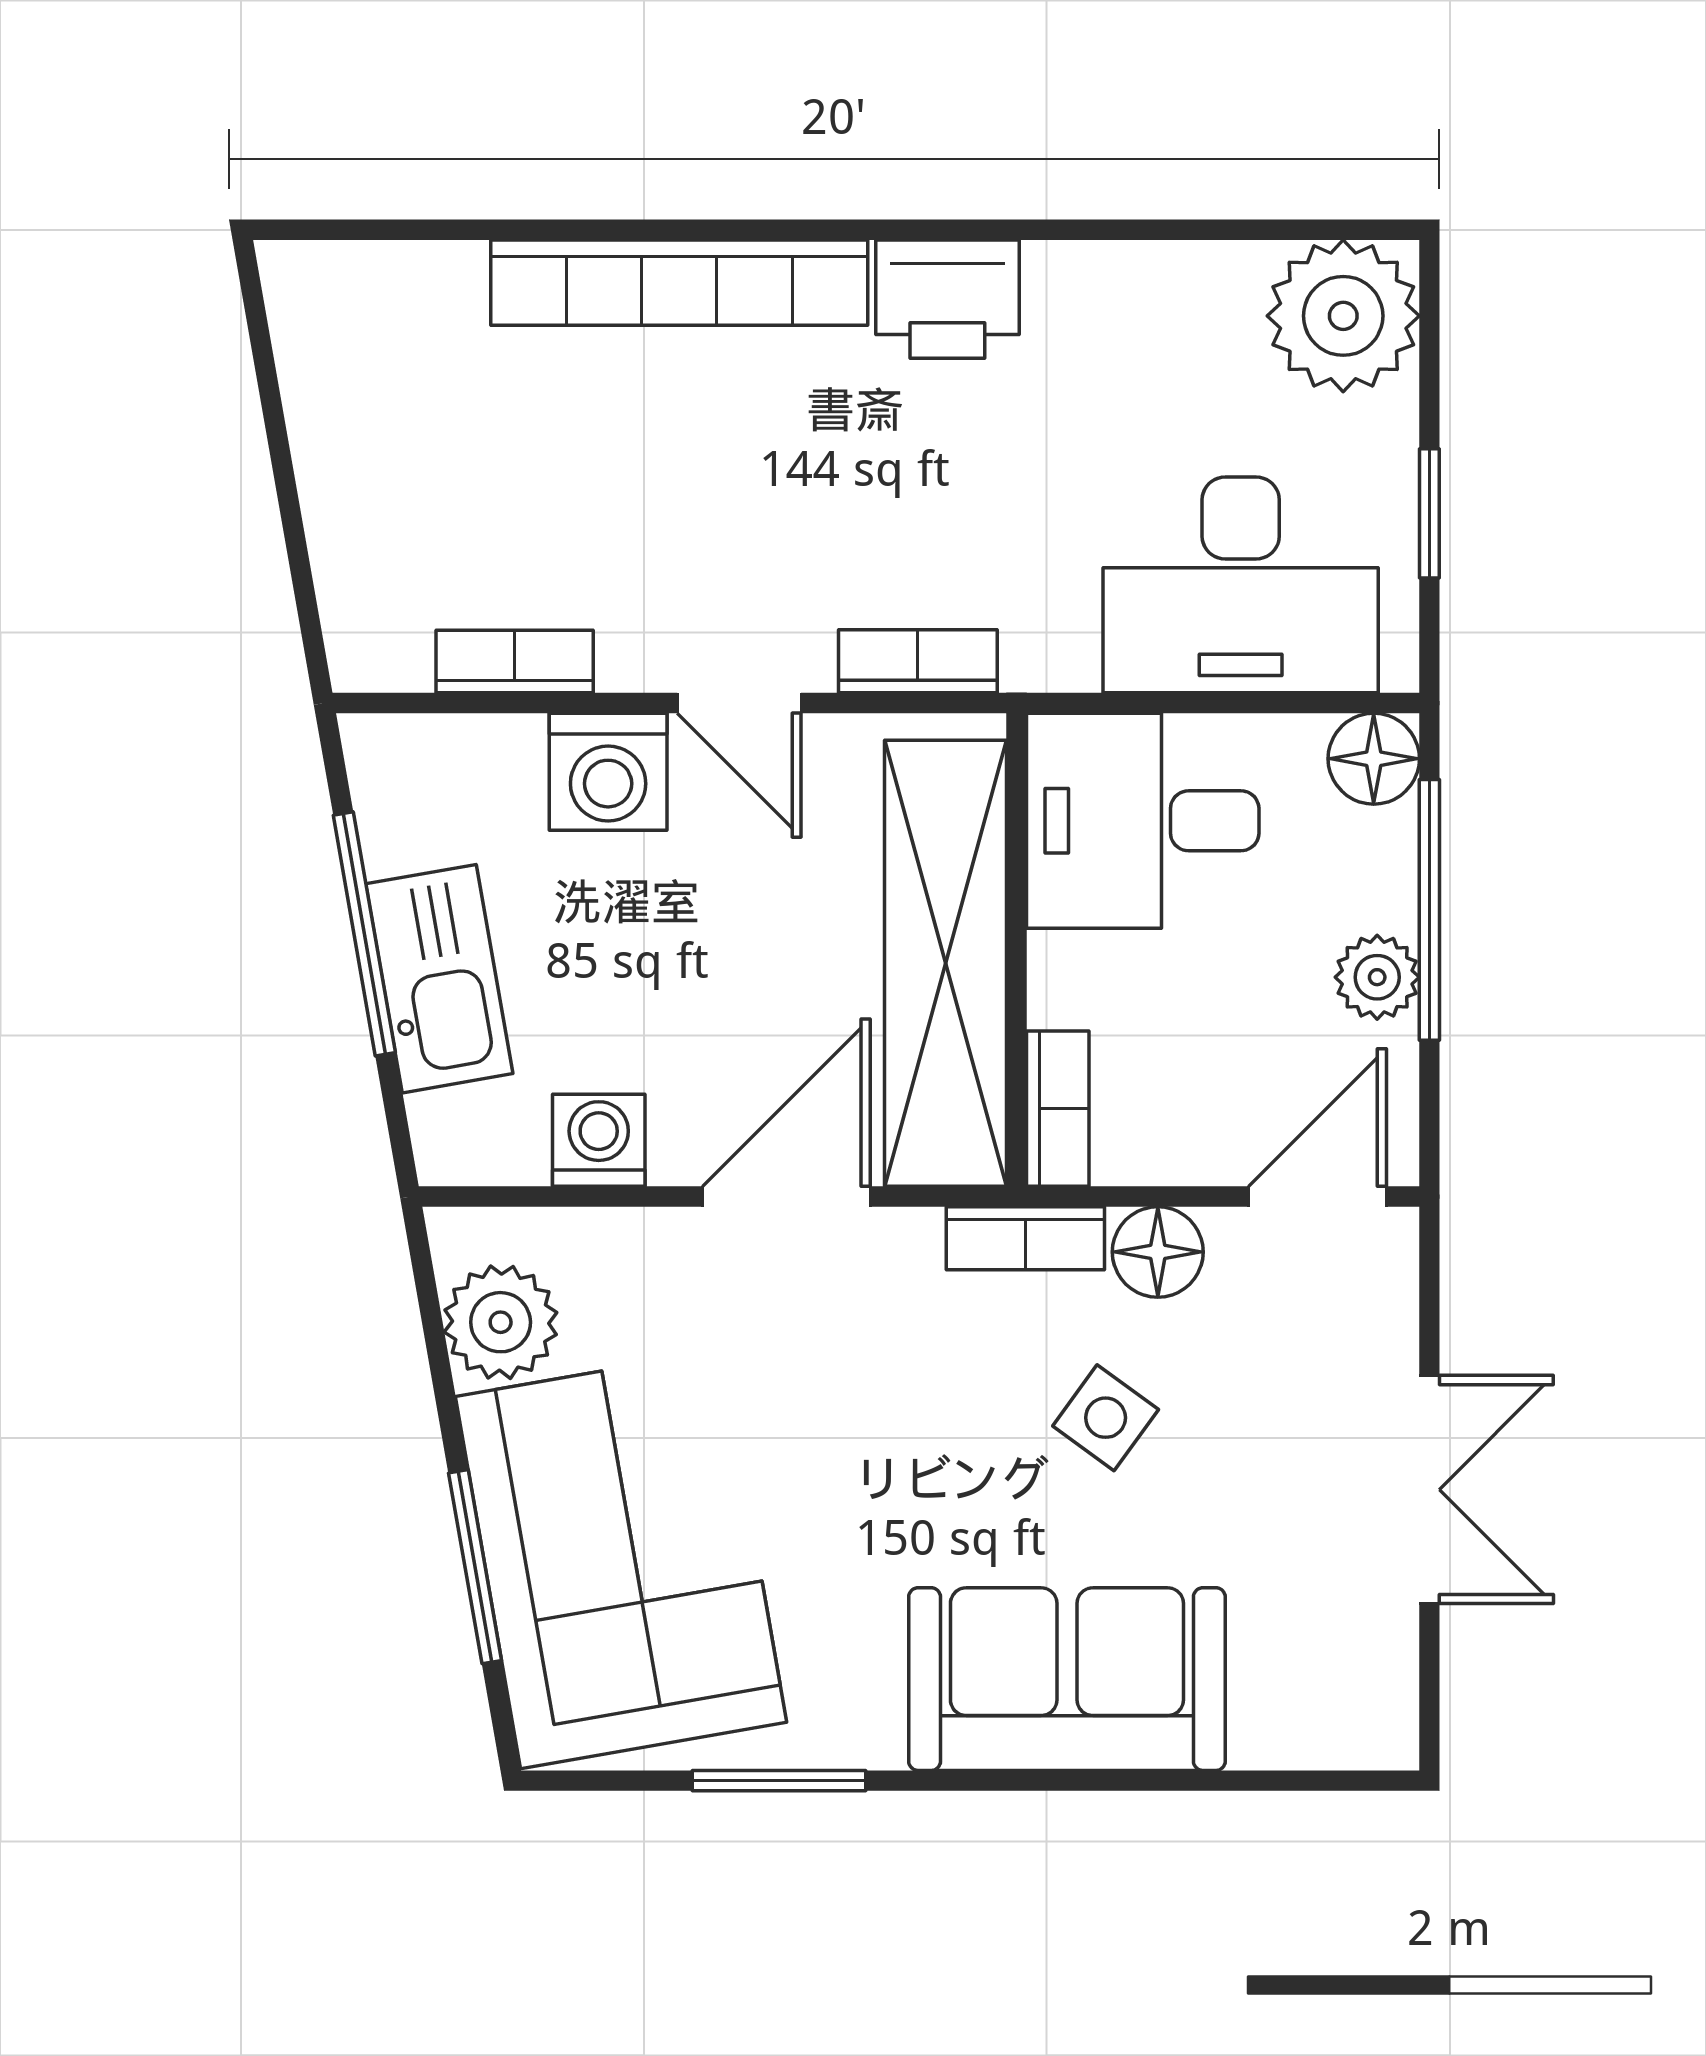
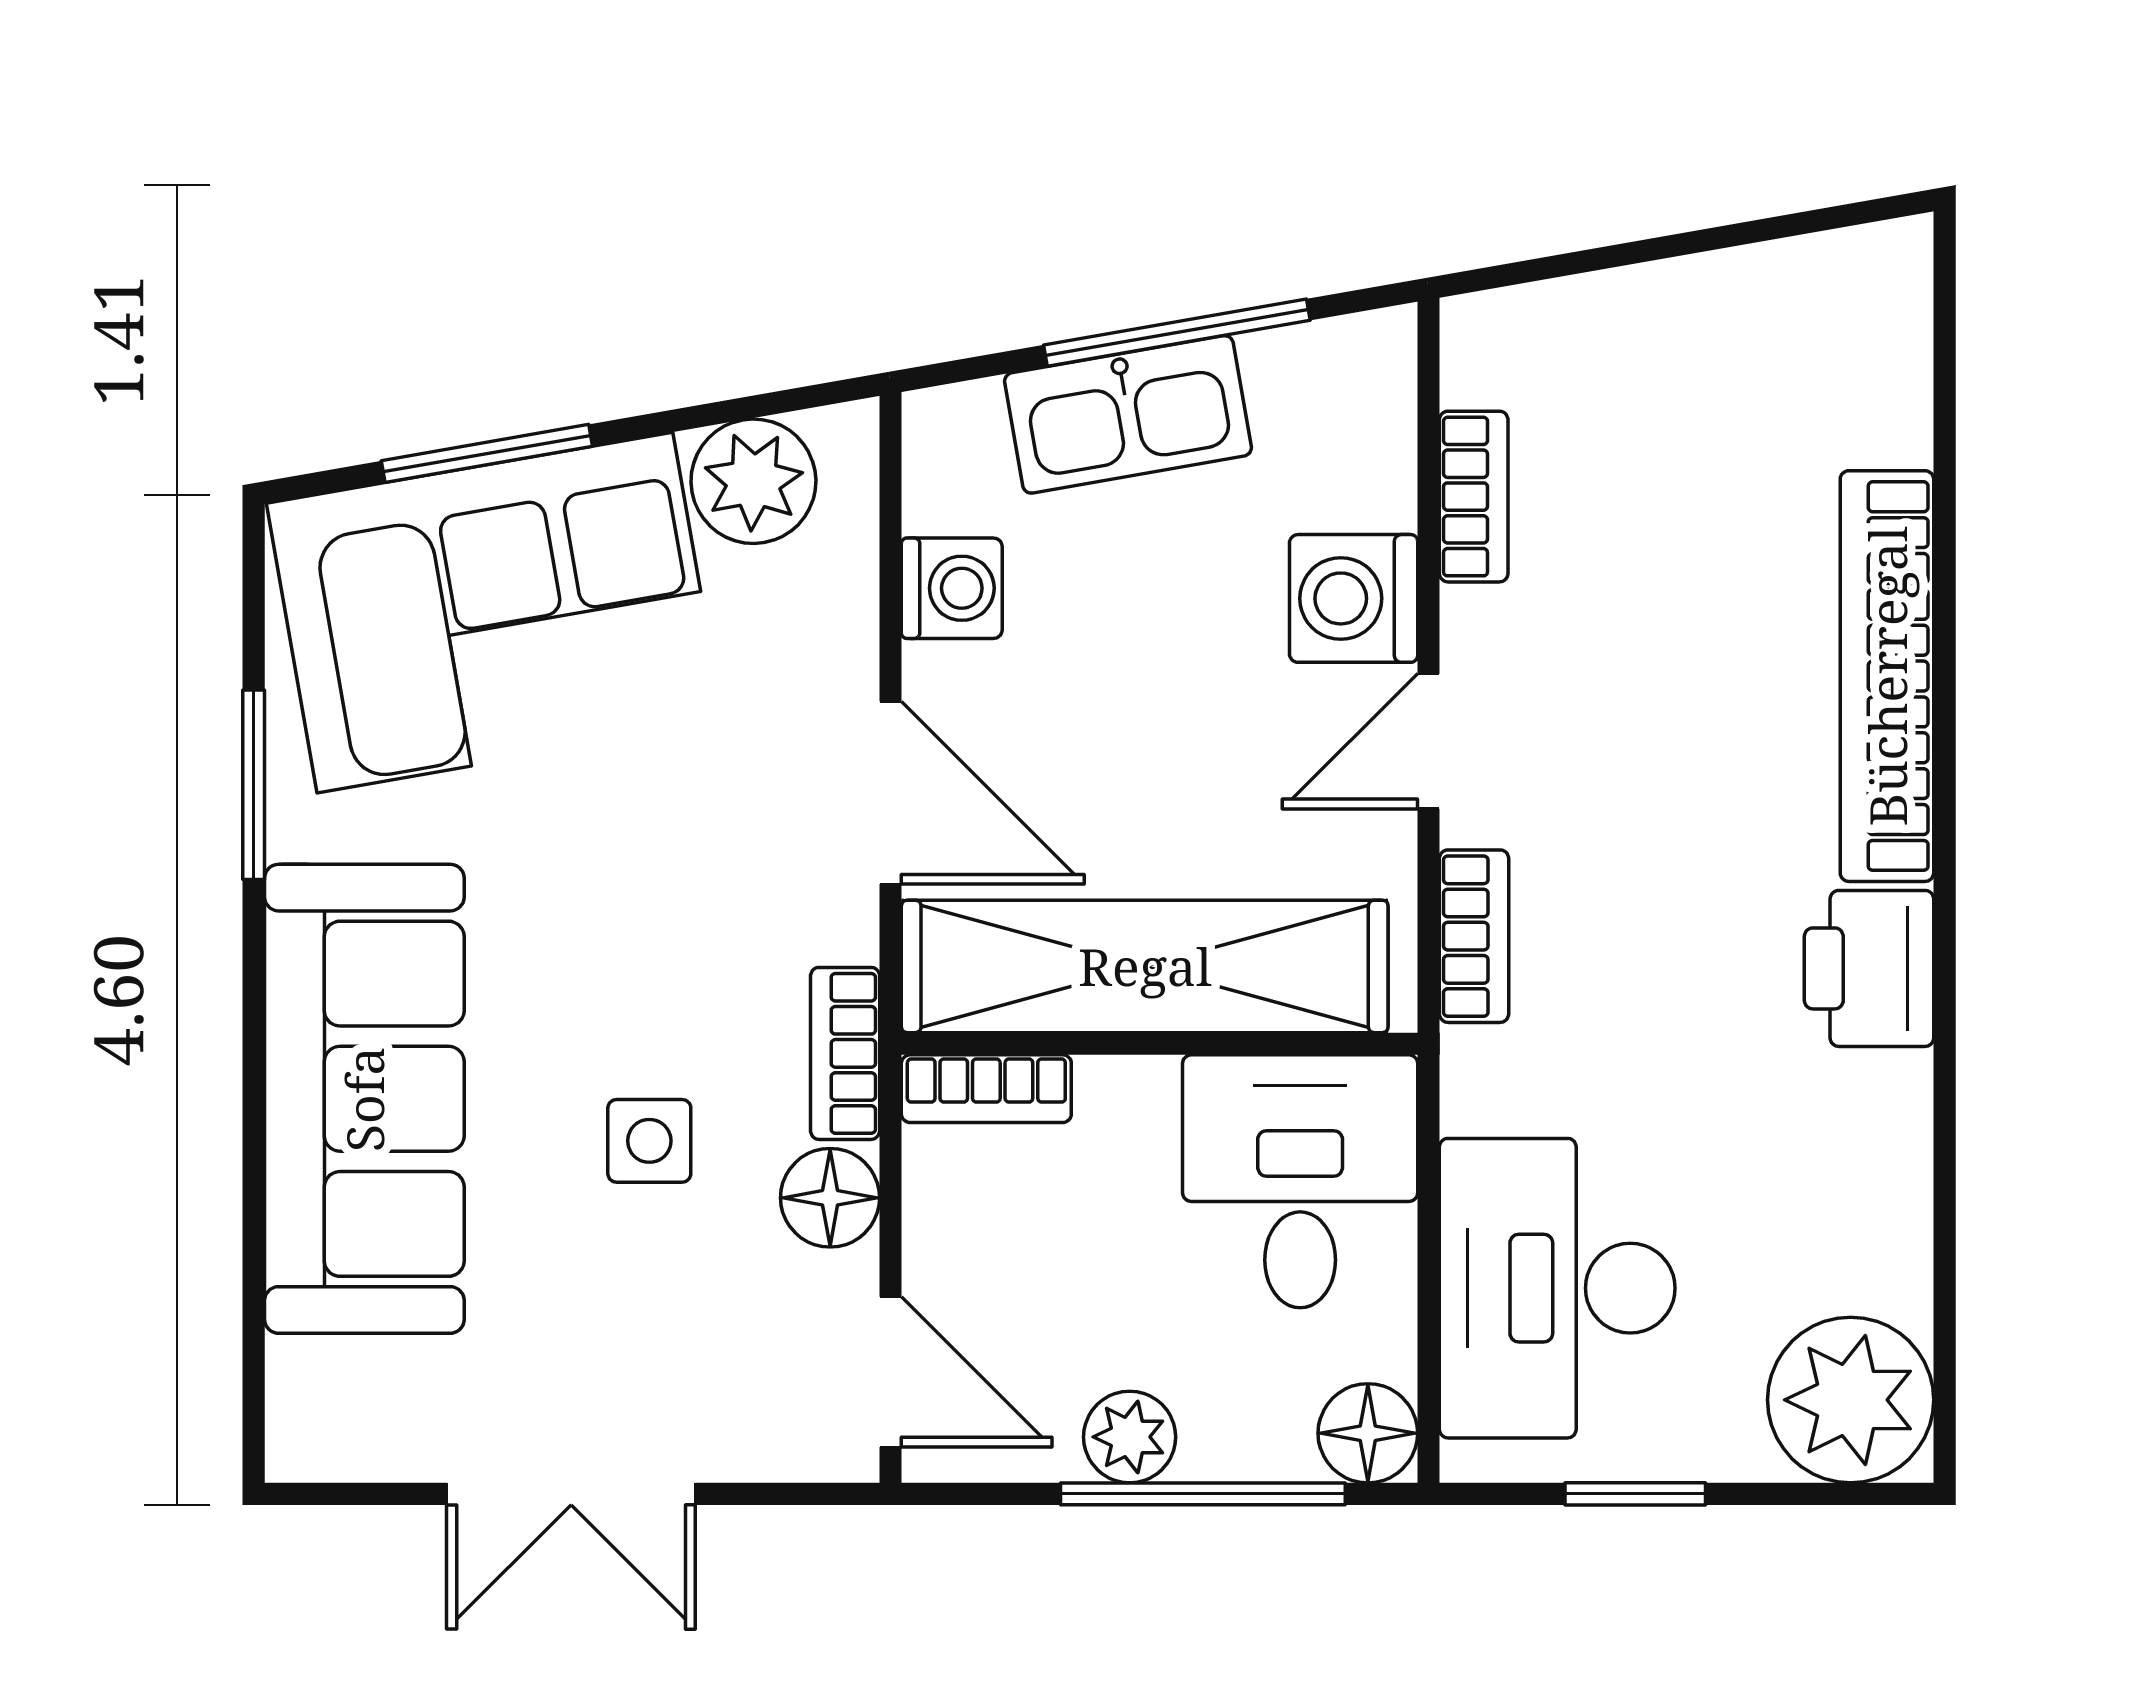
side table: (1106, 1418) -> (649, 1141), turned -36
sofa: (1067, 1679) -> (364, 1099), width x1.36

